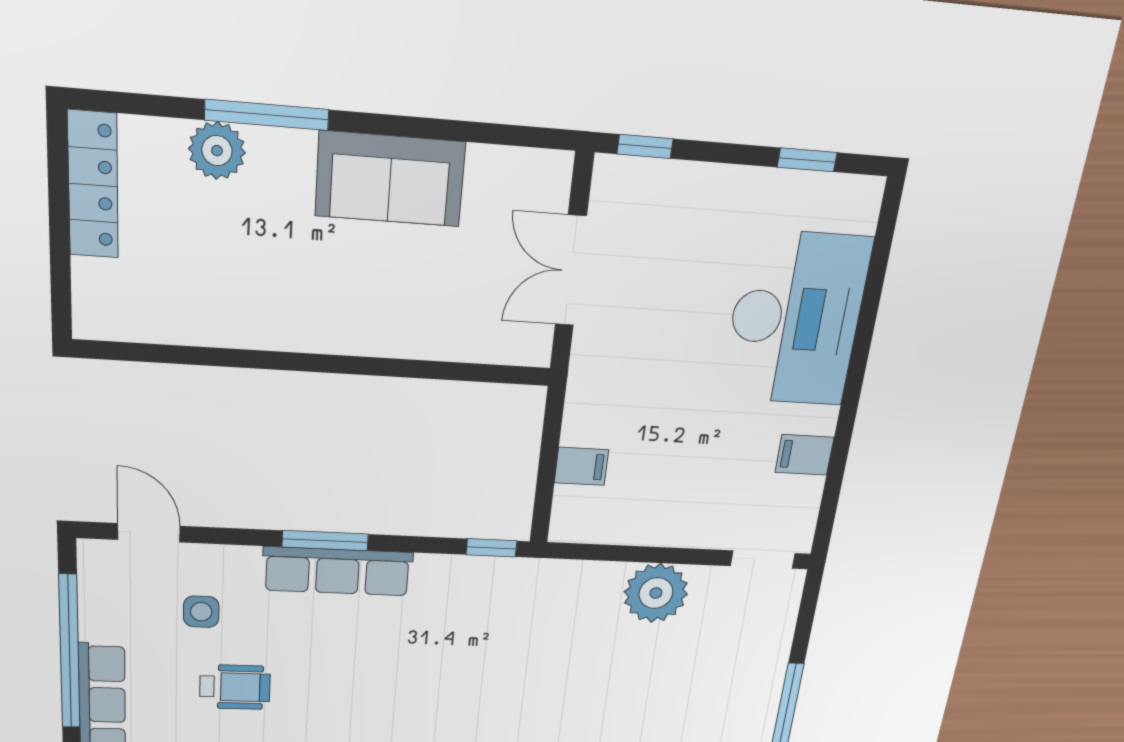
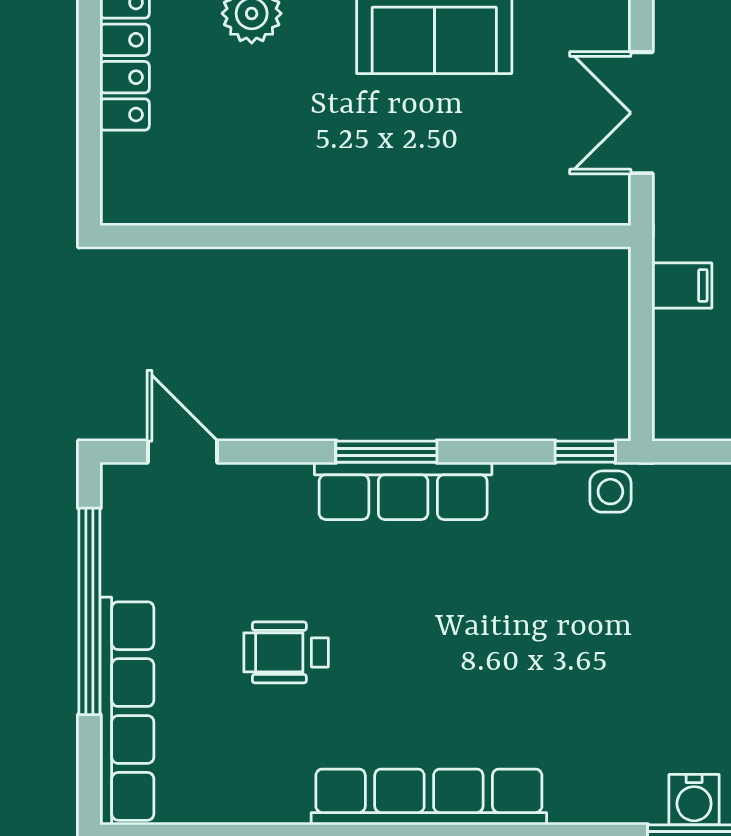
filing cabinet: (581, 466) -> (682, 285), moved
side table: (201, 612) -> (610, 492), moved
wheelchair: (235, 687) -> (286, 652), turned 180

